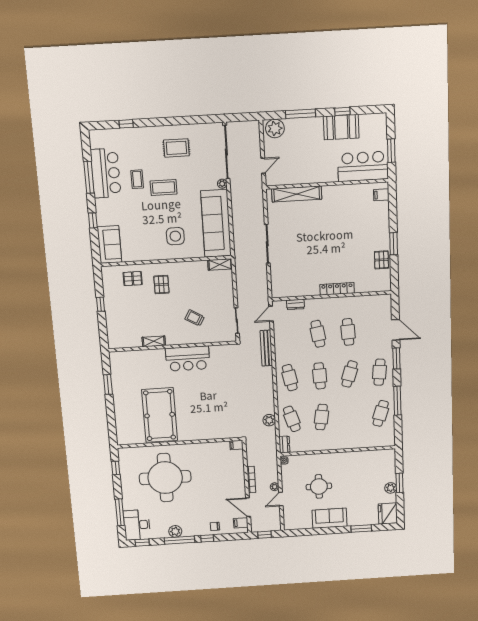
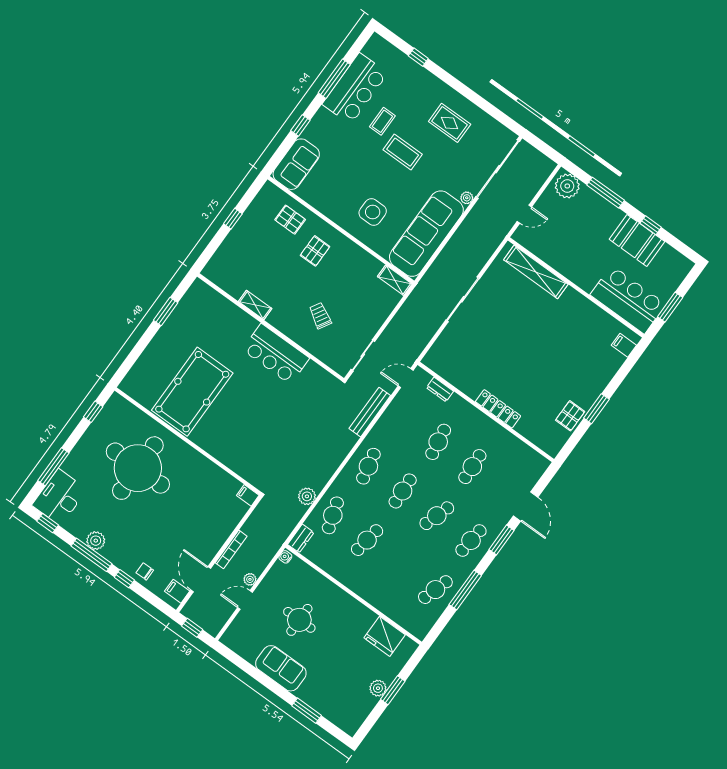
fridge: (388, 514) -> (385, 636), moved, turned -90

